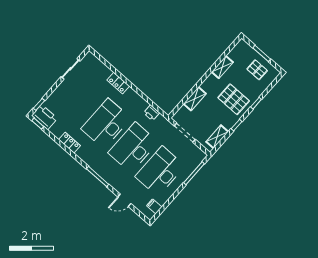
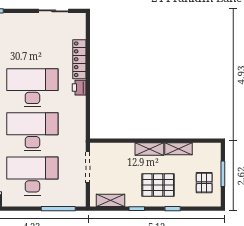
locker: (118, 83) -> (79, 59), width x1.53
shelving: (195, 99) -> (149, 149), moved
pallet: (234, 99) -> (158, 185), turned 90
printer: (152, 113) -> (79, 88), moved

